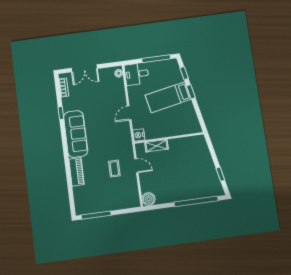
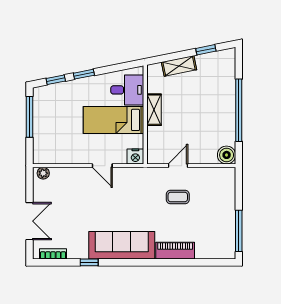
desk: (137, 74) -> (127, 90), moved, turned -90
bed: (168, 97) -> (113, 120), moved, turned 101
shelving: (156, 146) -> (154, 110), moved
shelving: (206, 157) -> (179, 66), added
window: (196, 201) -> (239, 110), moved

